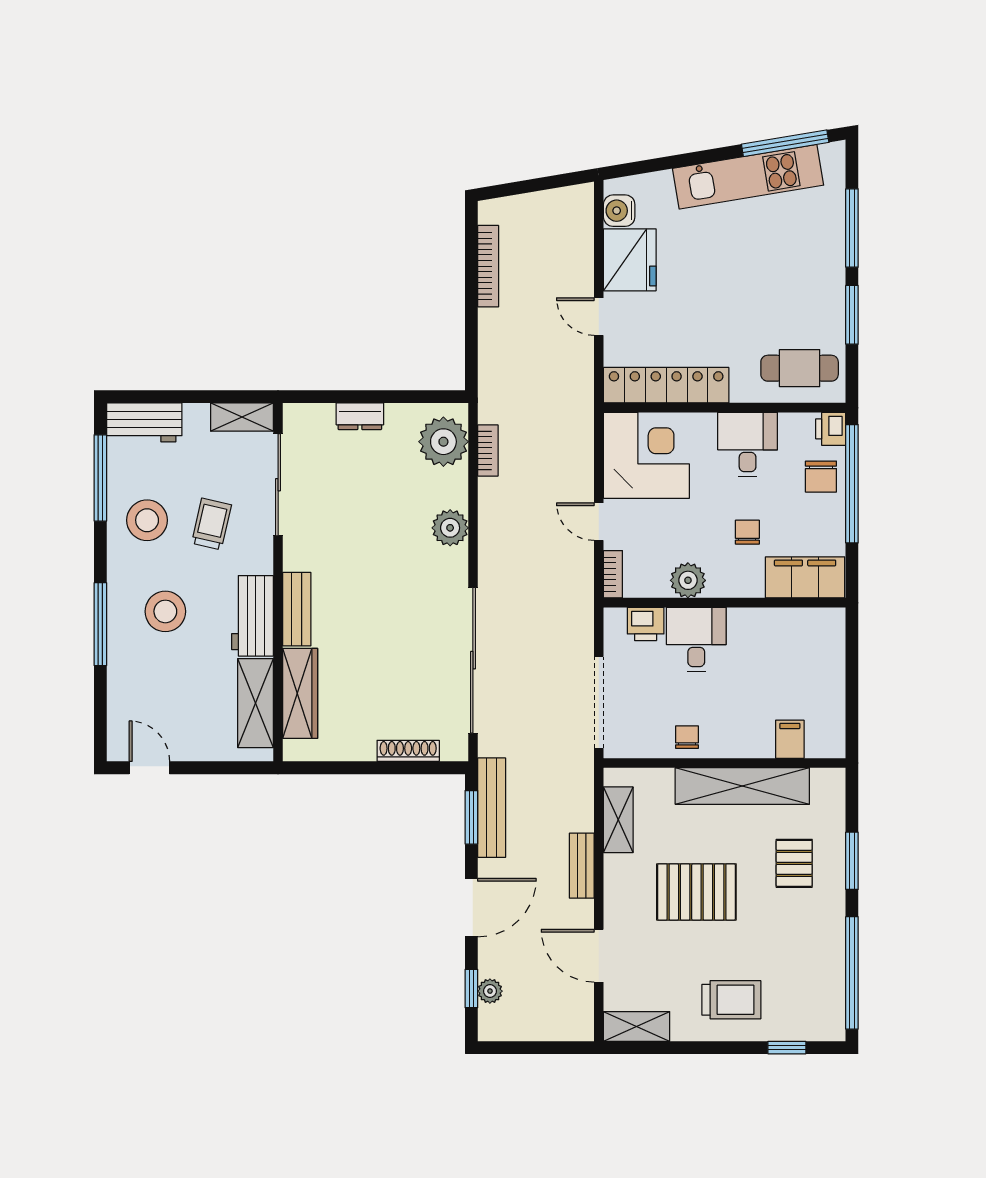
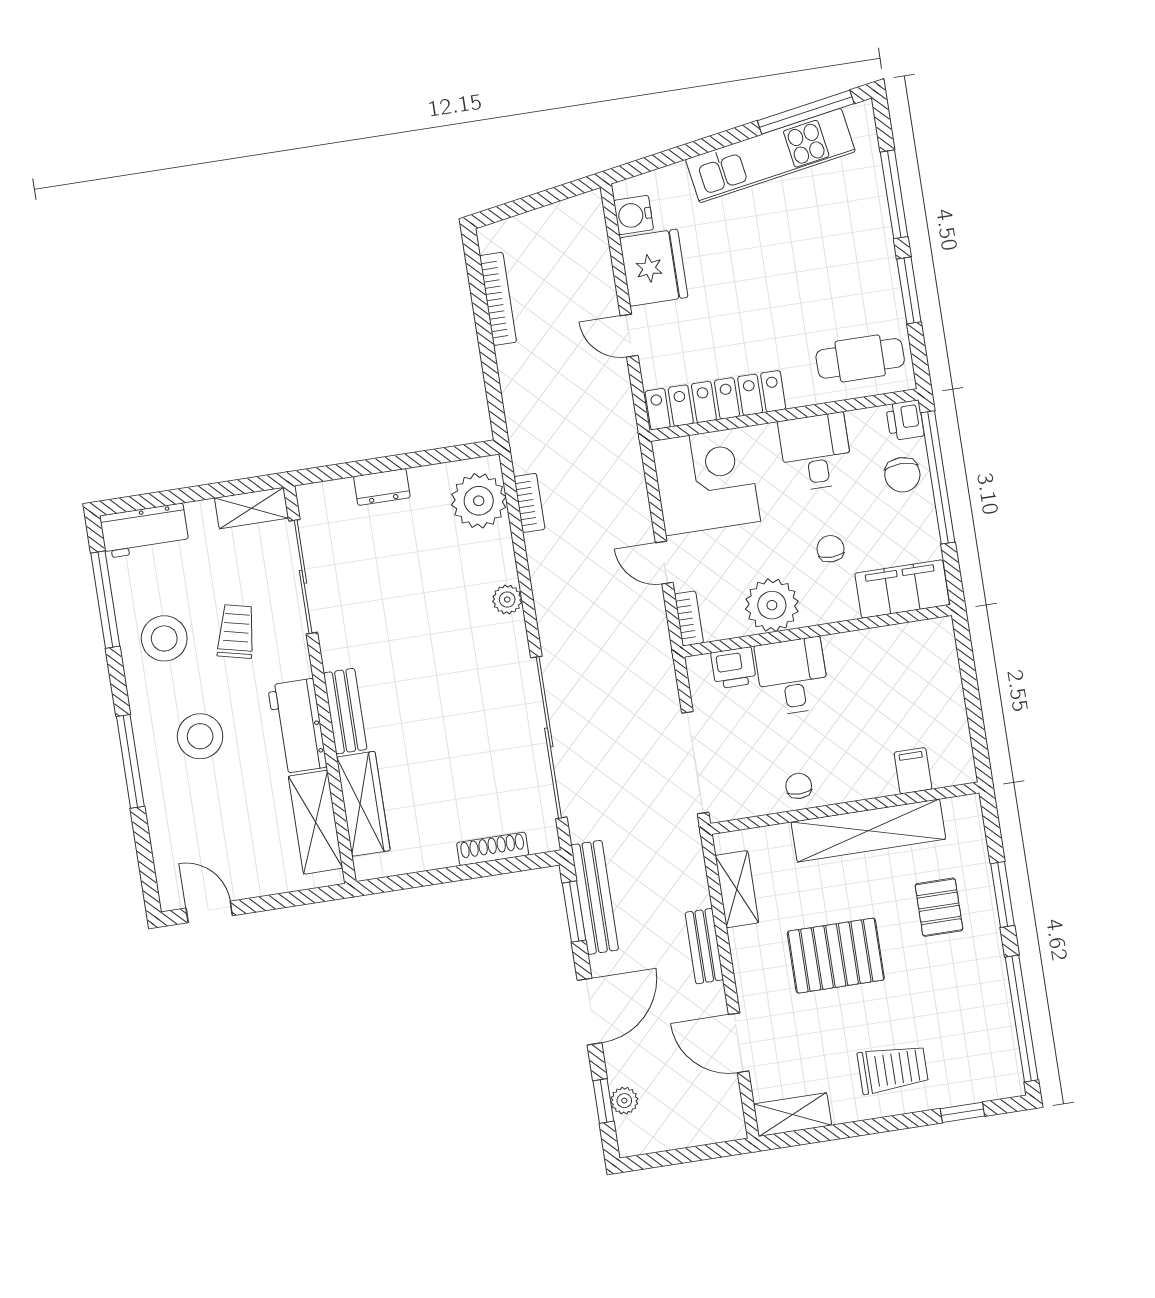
plant: (450, 528) -> (507, 600), width x0.73, depth x0.73
plant: (688, 580) -> (772, 605), width x1.36, depth x1.36

